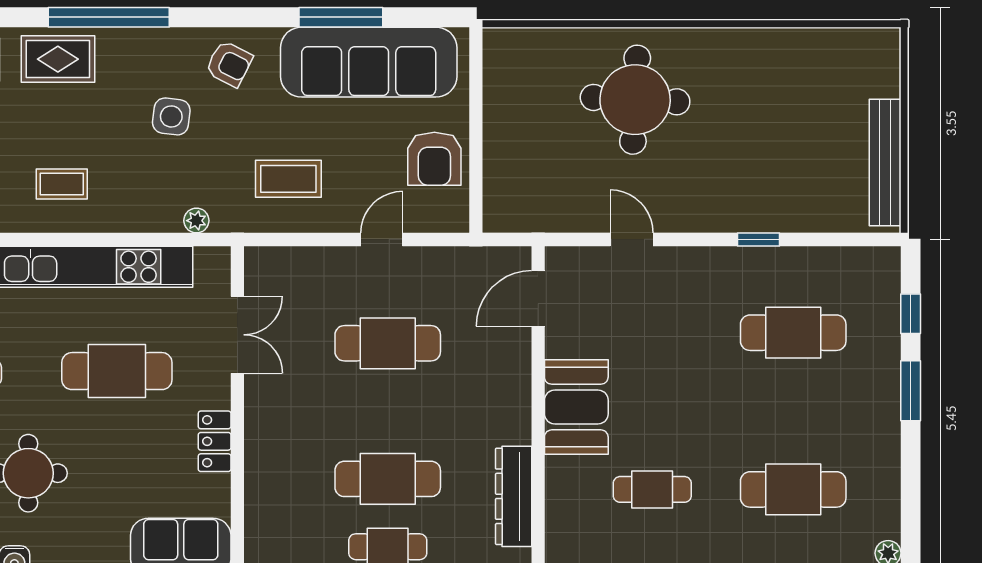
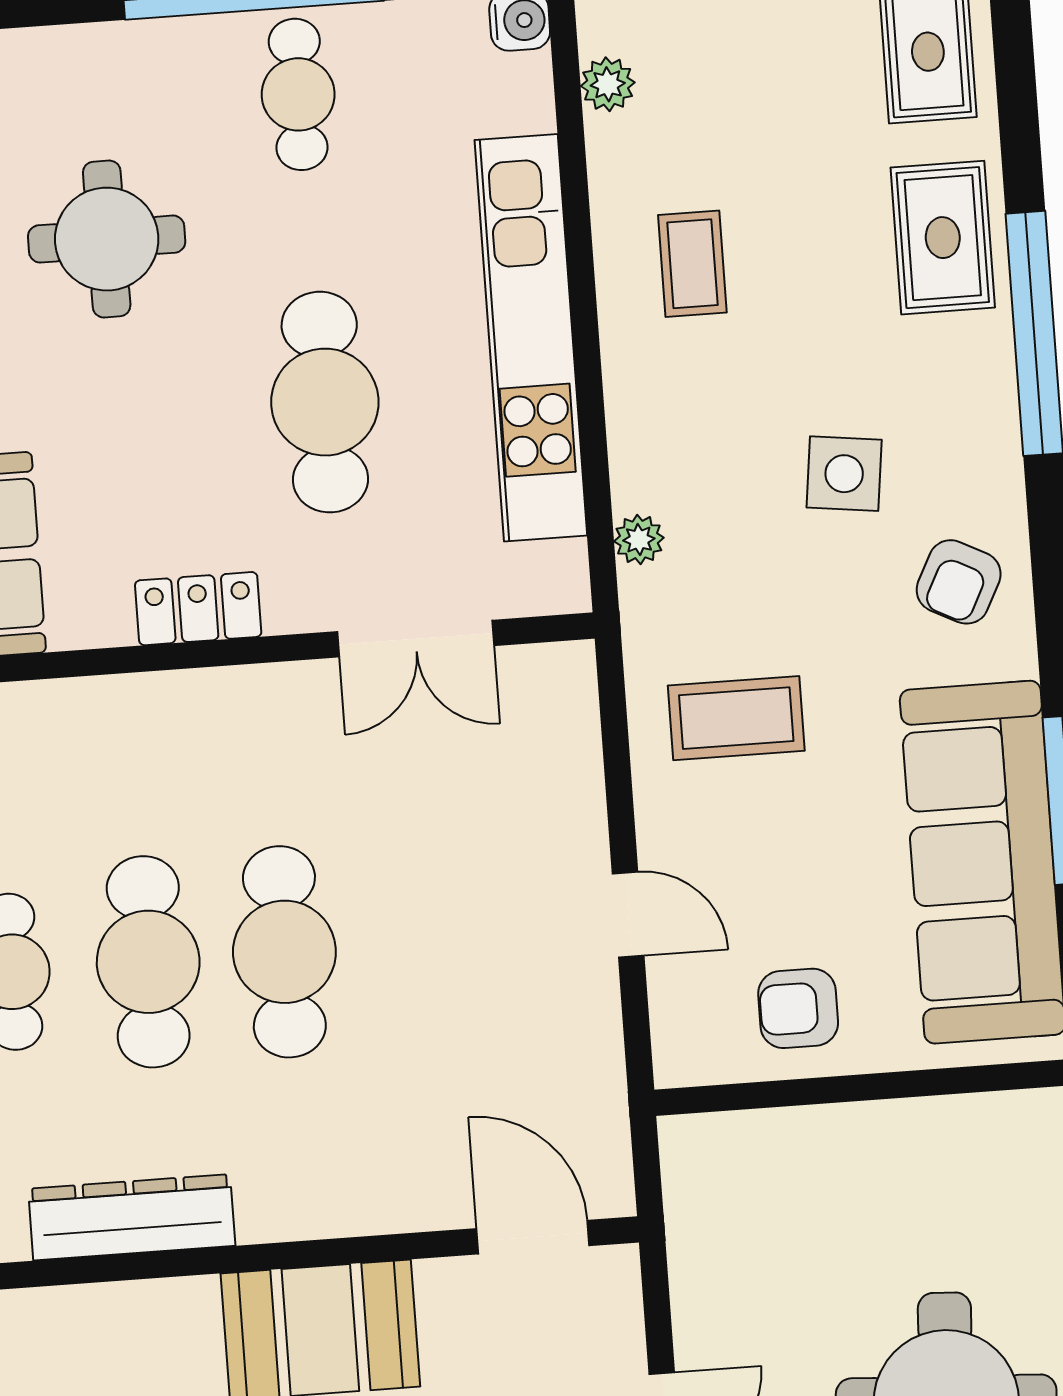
armchair: (434, 159) -> (798, 1008), width x0.72, depth x0.72
coffee table: (288, 179) -> (736, 718), turned 90
cafe table: (388, 343) -> (284, 952), moved

